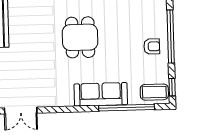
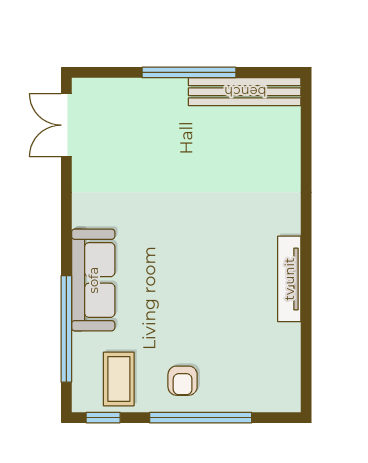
dining table: (80, 37) -> (204, 243), removed
coffee table: (154, 92) -> (119, 379), moved

